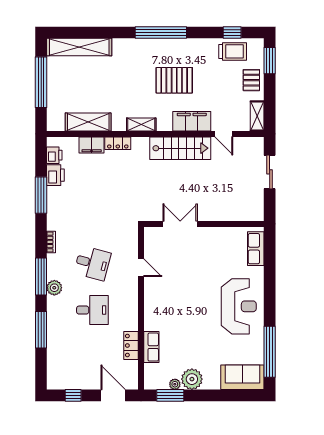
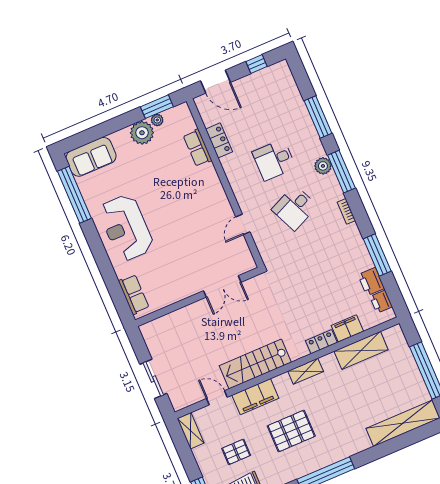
pallet: (251, 80) -> (236, 452), moved, turned 90
desk: (92, 263) -> (295, 208), turned -39
door: (141, 268) -> (243, 224), hinge flipped

